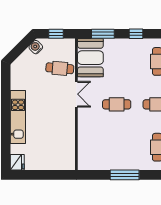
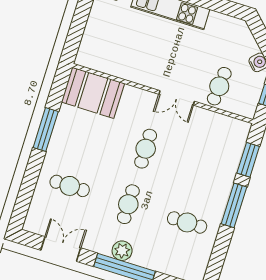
window: (136, 34) -> (234, 205), width x2.17
booth: (90, 58) -> (93, 93), moved

